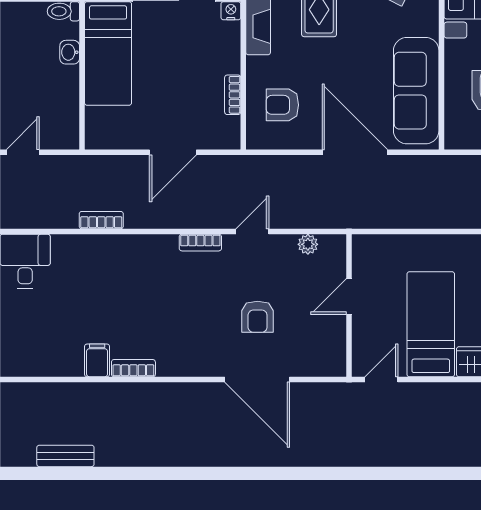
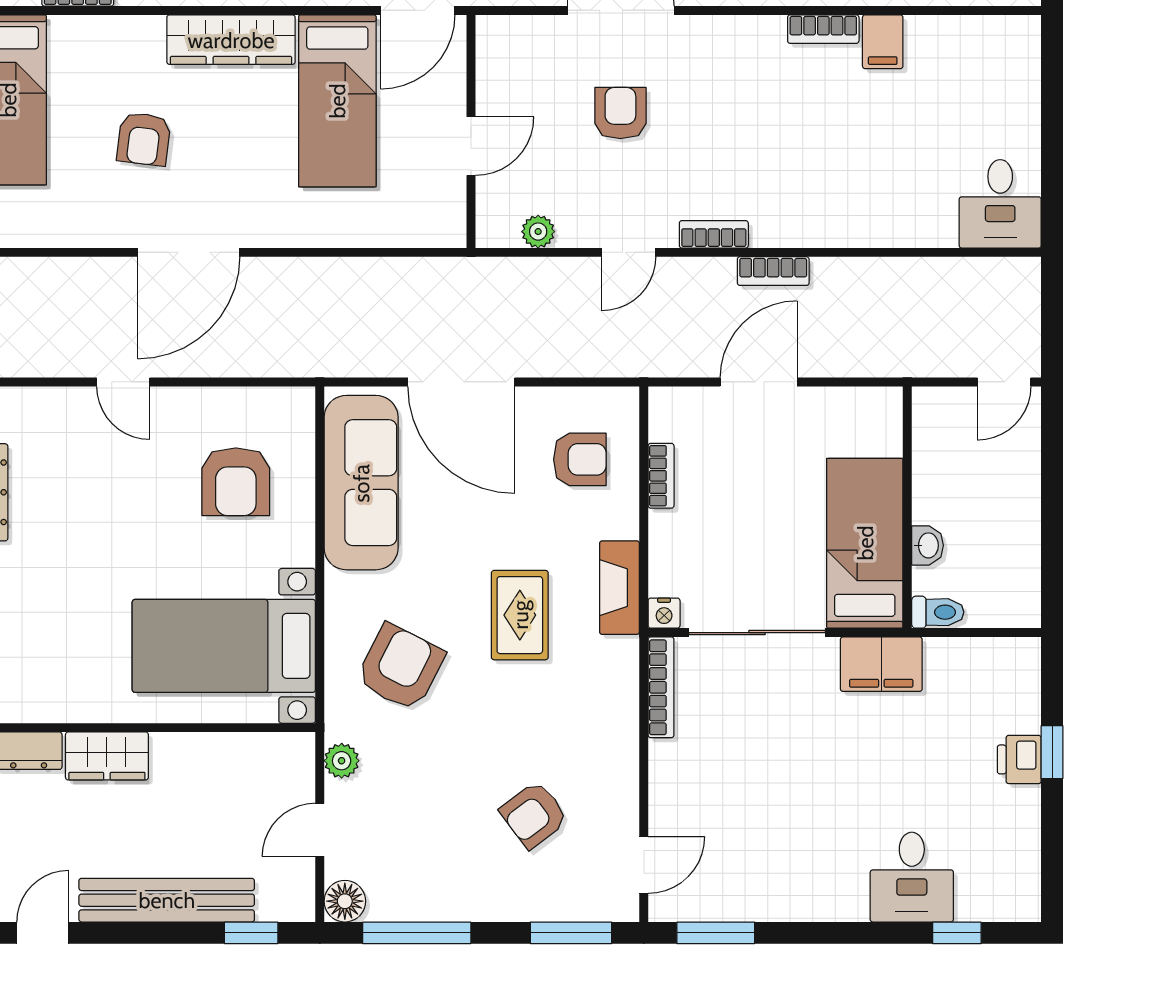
bookcase: (101, 220) -> (773, 271), moved
door: (381, 380) -> (418, 10), width x1.38

